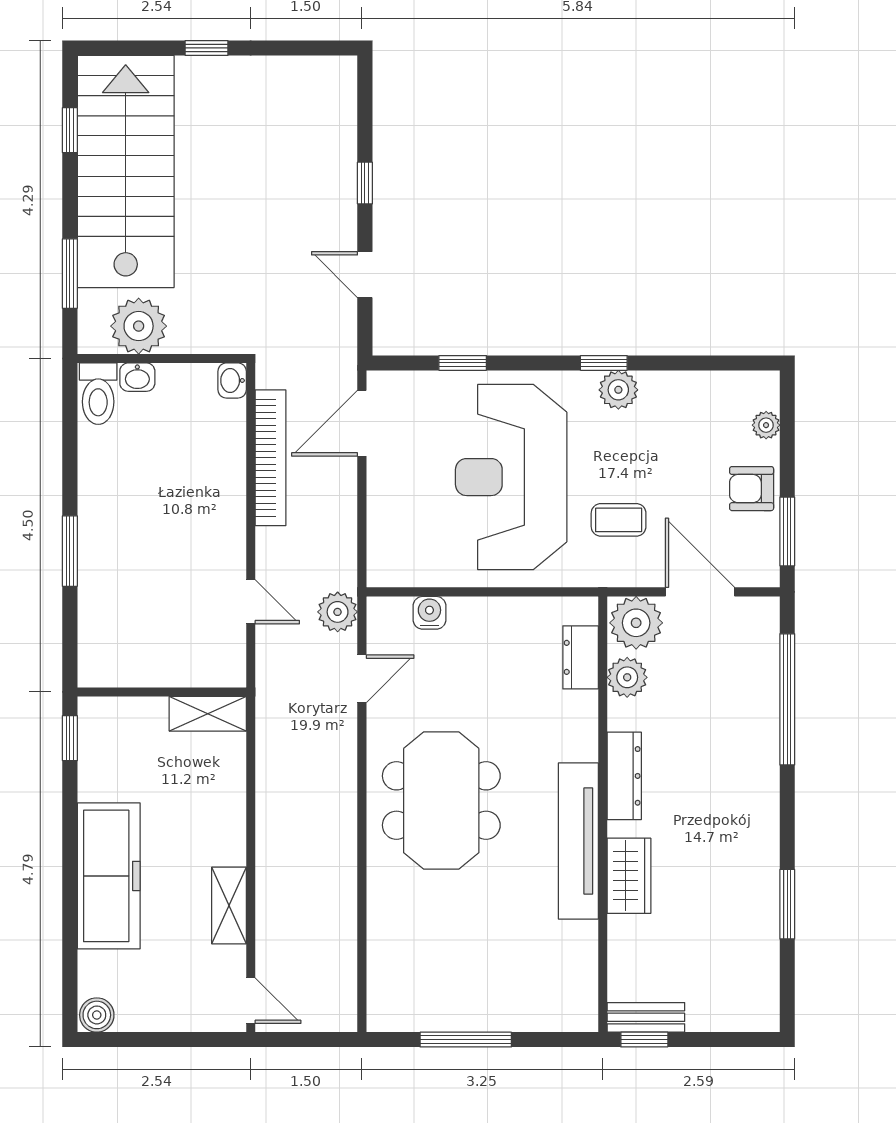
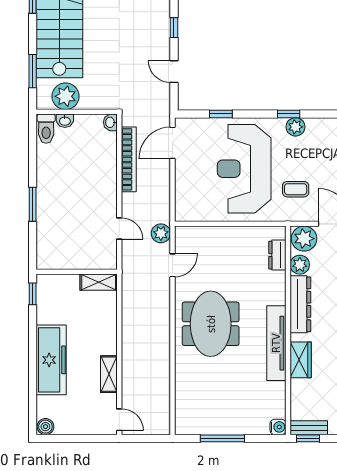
water cooler: (429, 613) -> (278, 427), moved, turned 90
dresser: (624, 776) -> (300, 304), width x1.37, depth x1.24

